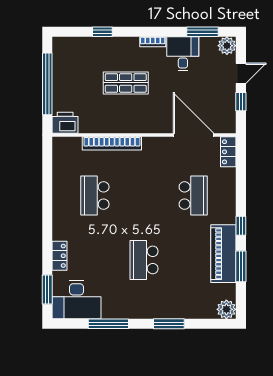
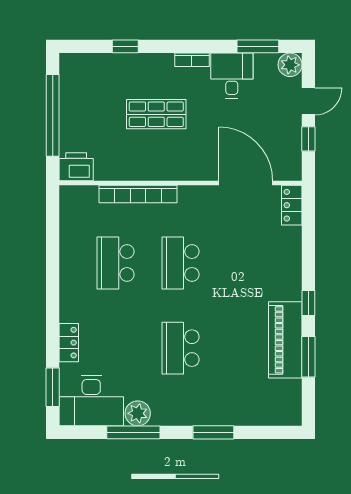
school desk: (193, 196) -> (180, 263), moved, turned 180
plant: (226, 309) -> (138, 413), moved

